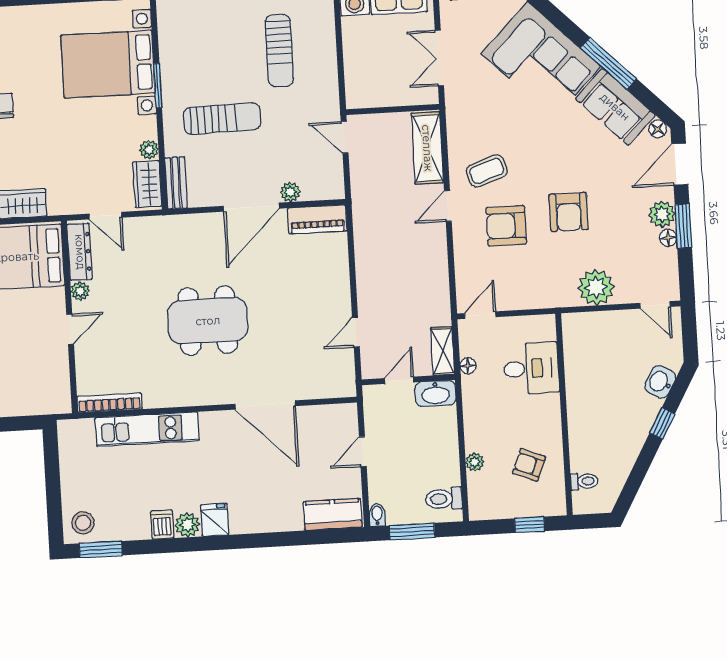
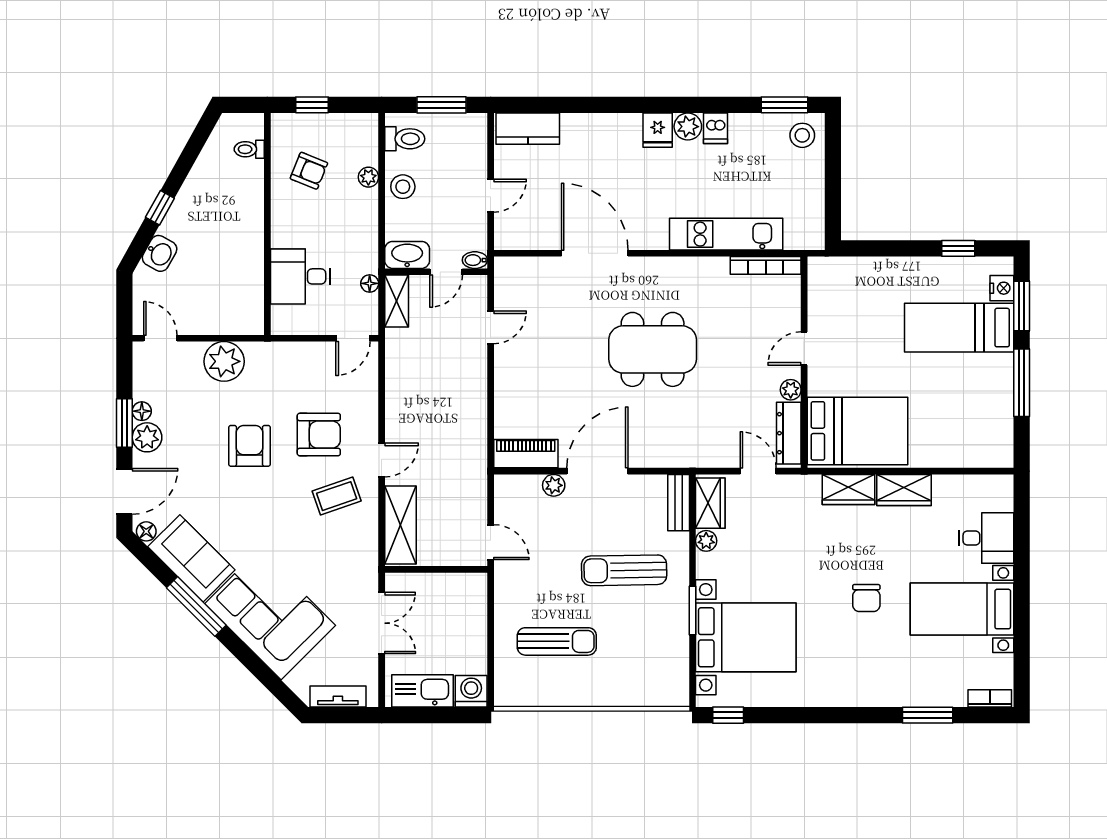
sun lounger: (279, 50) -> (557, 641), turned 90
stool: (443, 455) -> (403, 187), added
bidet: (377, 515) -> (475, 260), moved, turned 90

